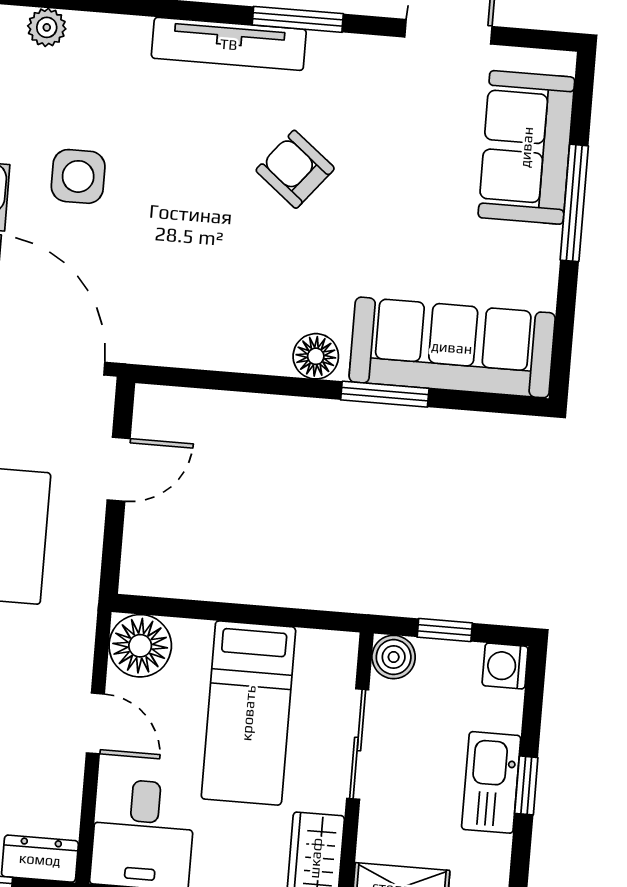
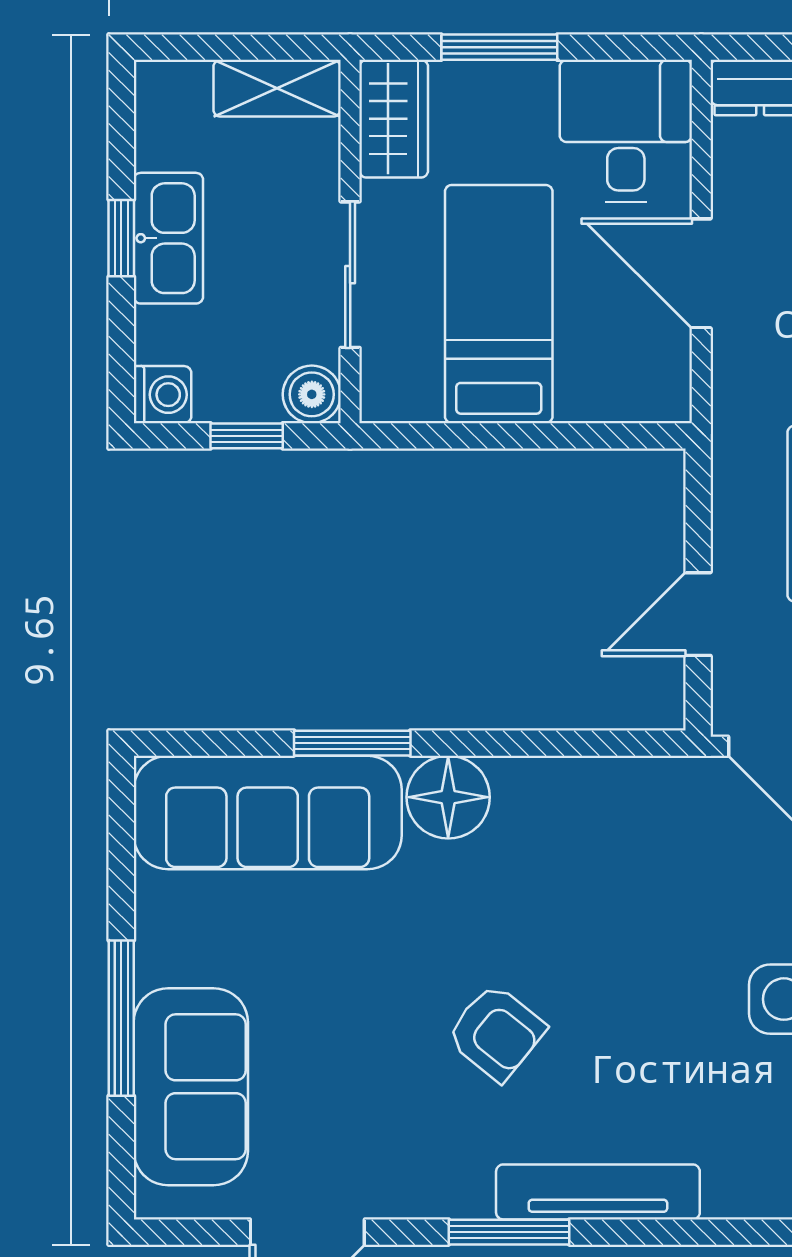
floor lamp: (316, 356) -> (448, 797), width x1.38, depth x1.38
floor lamp: (140, 646) -> (650, 382), removed
door: (95, 723) -> (701, 273), width x1.38

